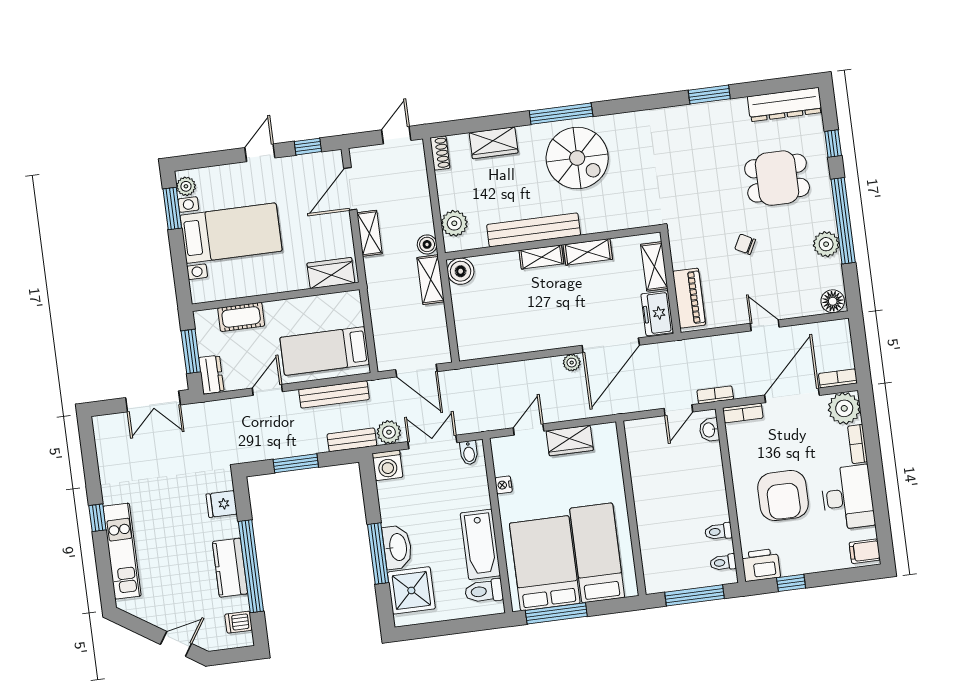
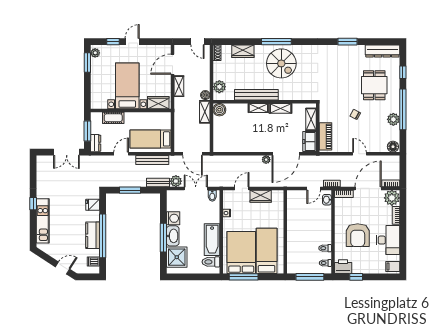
door: (396, 135) -> (197, 42), swing flipped
window: (308, 147) -> (113, 42), moved
dining table: (777, 178) -> (374, 85), turned 90
bed with nightstands: (231, 233) -> (127, 86), moved, turned -90
washing machine: (387, 465) -> (173, 218), moved, turned -90

